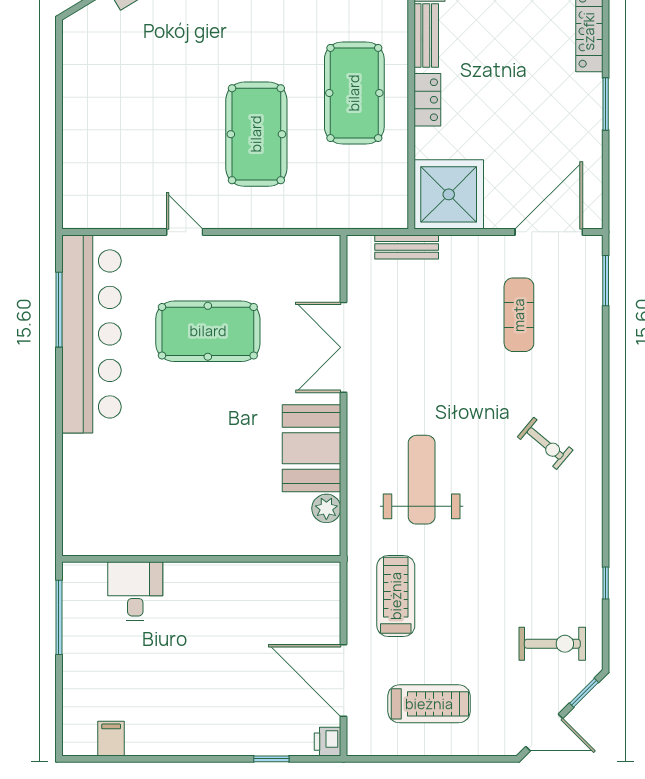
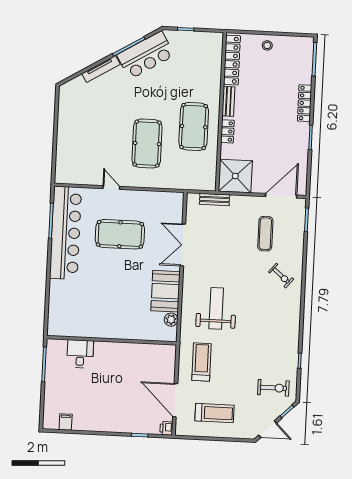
exercise bike: (545, 443) -> (281, 276), moved

